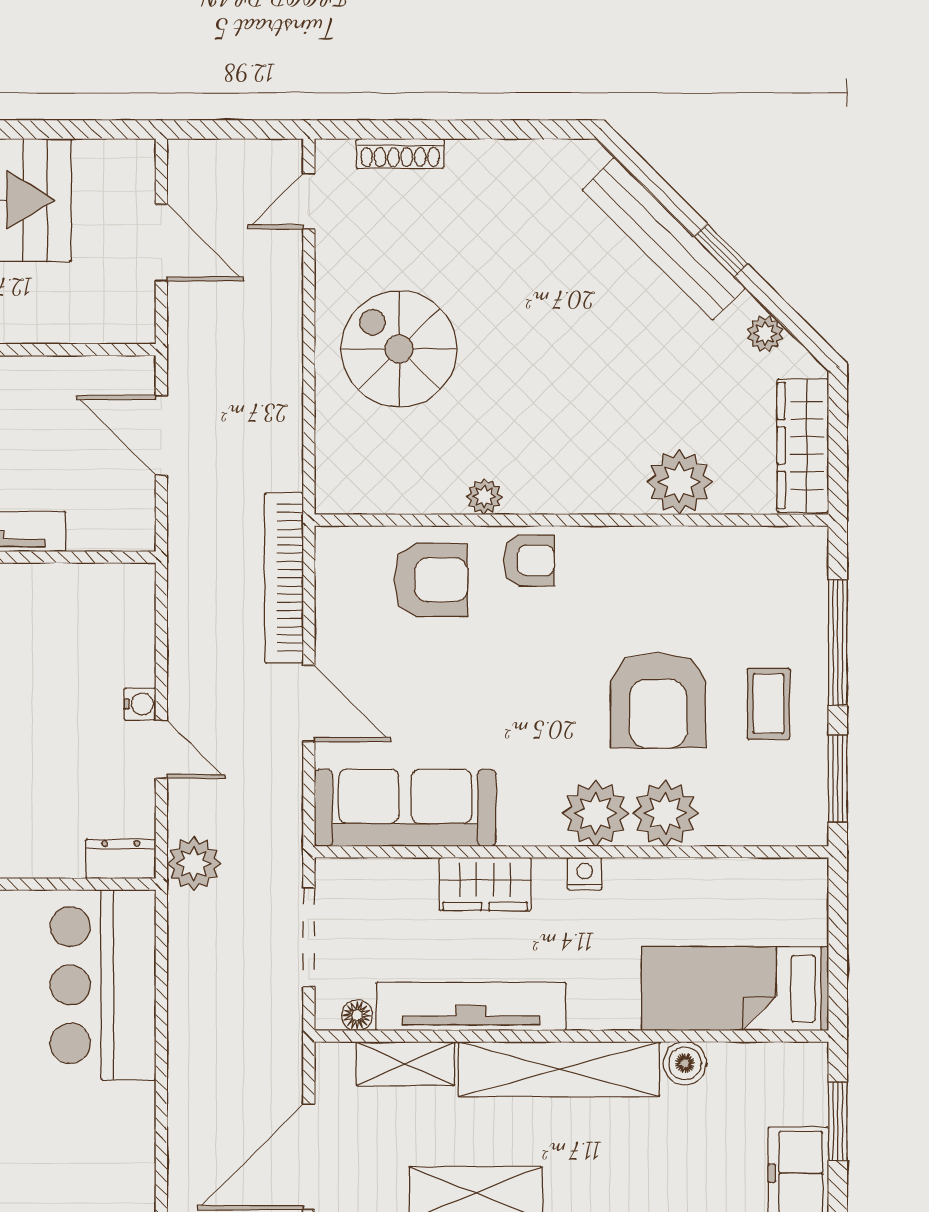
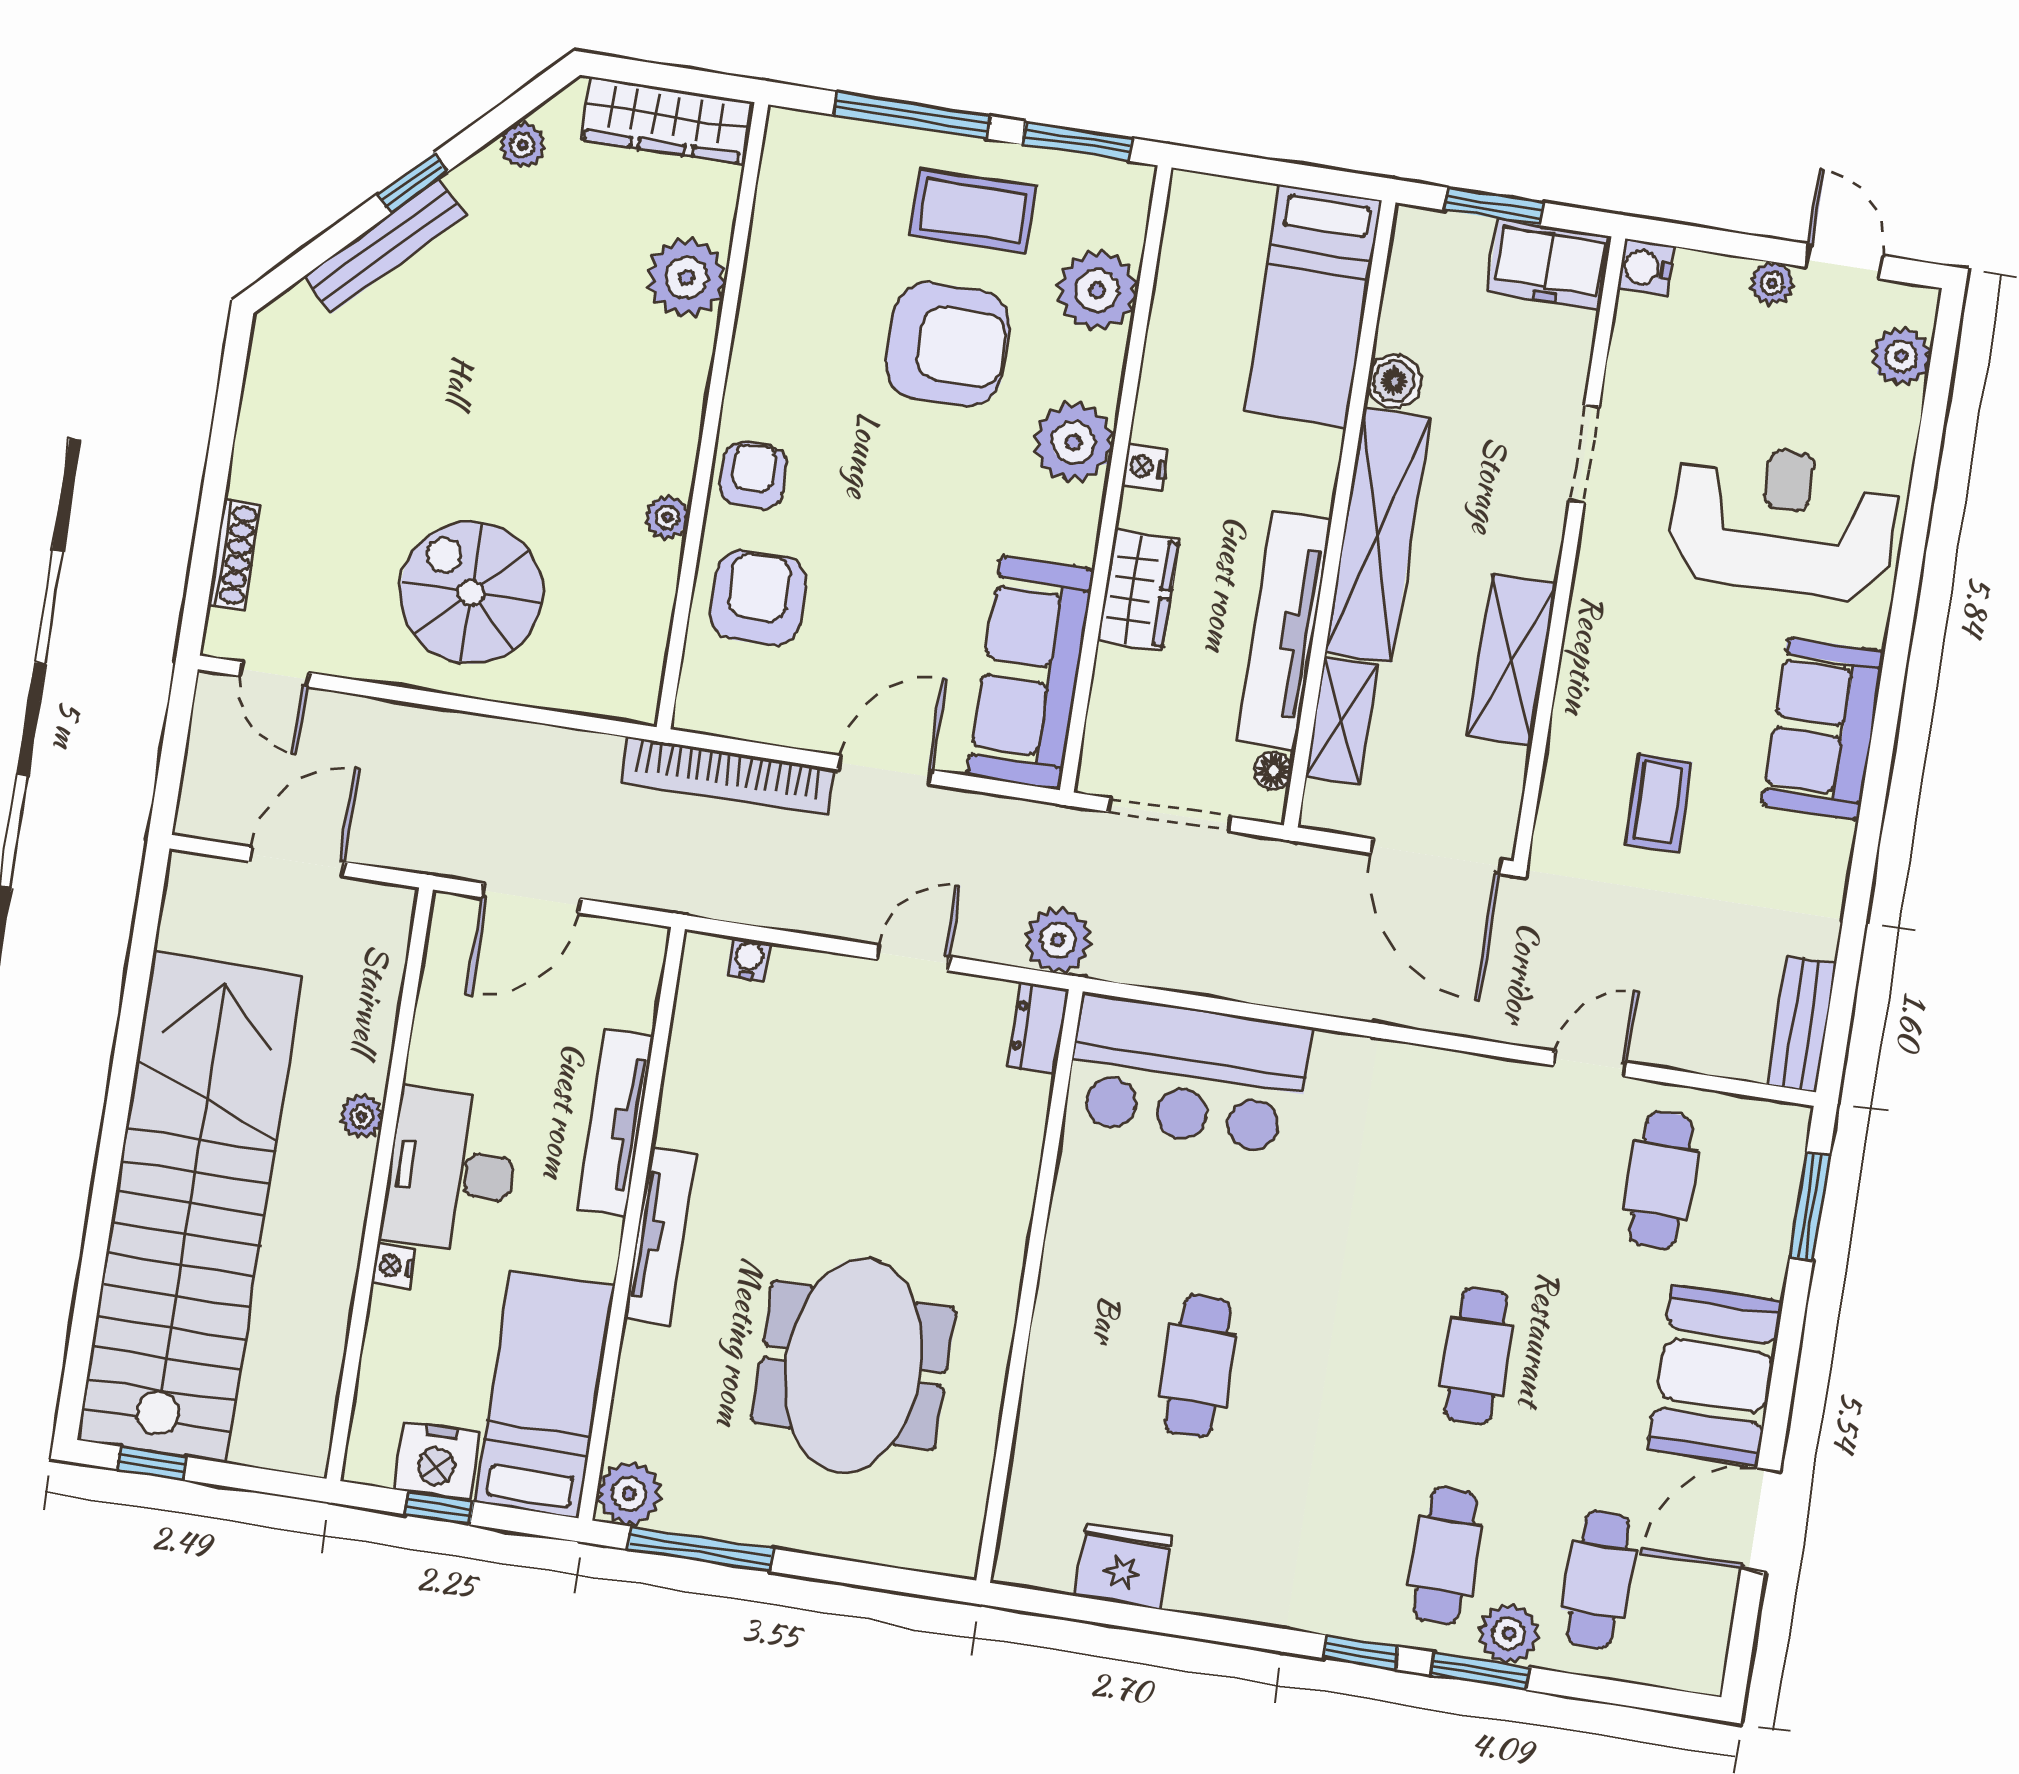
bench: (664, 239) -> (385, 246), width x0.73, depth x0.82
spiral stairs: (399, 349) -> (471, 593), turned 90
water cooler: (140, 704) -> (749, 959), moved
coffee table: (769, 704) -> (973, 211), width x1.36, depth x1.30
plant: (665, 813) -> (1097, 291), moved

